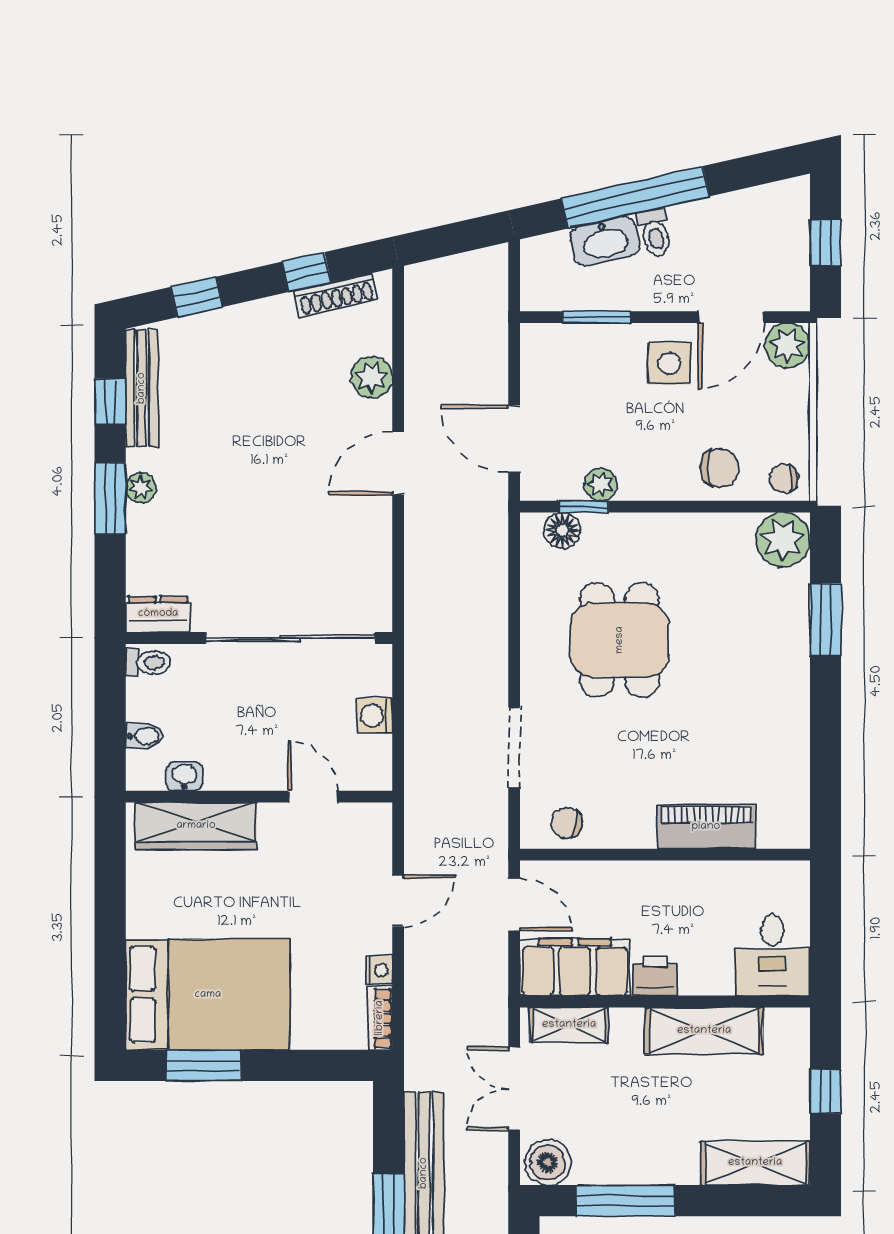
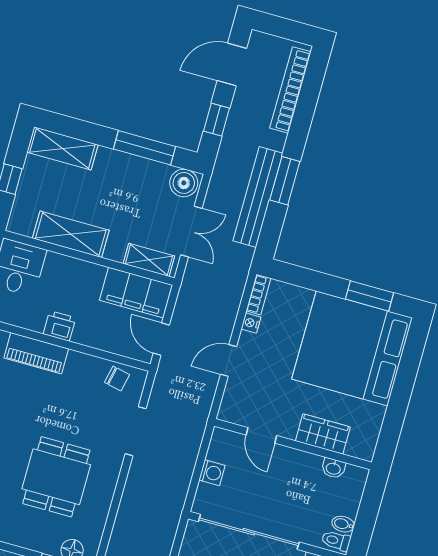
bidet: (144, 736) -> (343, 524), moved
wardrobe: (196, 826) -> (323, 434), width x0.67
printer: (655, 975) -> (59, 326), moved, turned 180
bed: (208, 995) -> (352, 348), width x1.36

